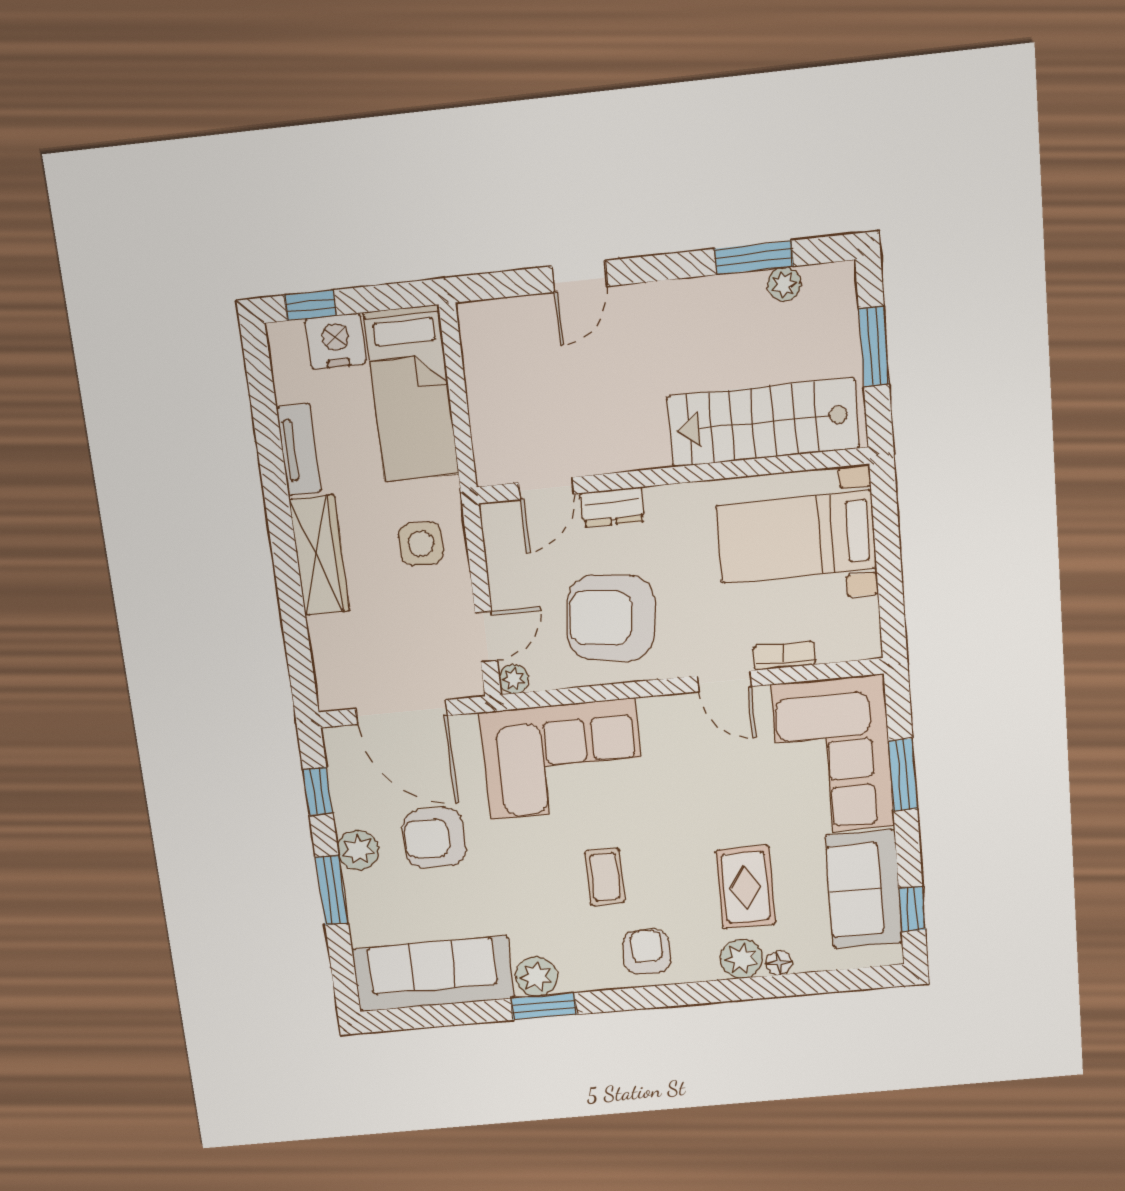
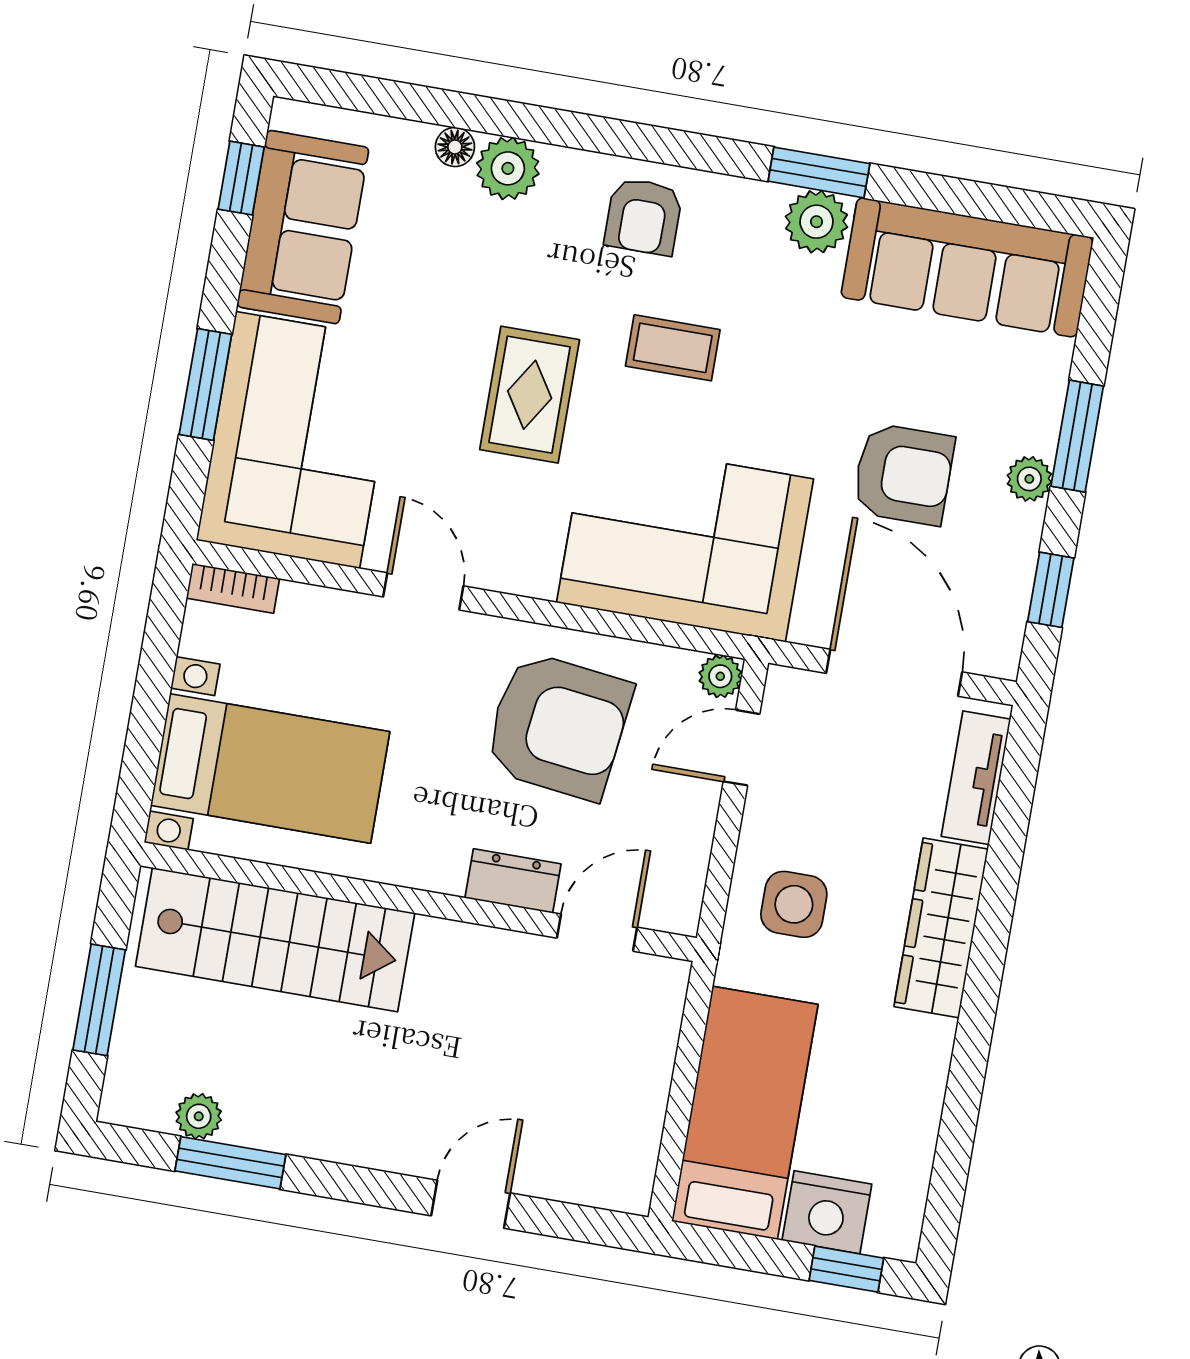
tv unit: (299, 450) -> (976, 778), moved
bookcase: (784, 656) -> (233, 588), moved
plant: (358, 850) -> (1029, 479), width x0.73, depth x0.73
coffee table: (605, 877) -> (673, 348), turned 90
rug: (746, 887) -> (530, 395), moved

